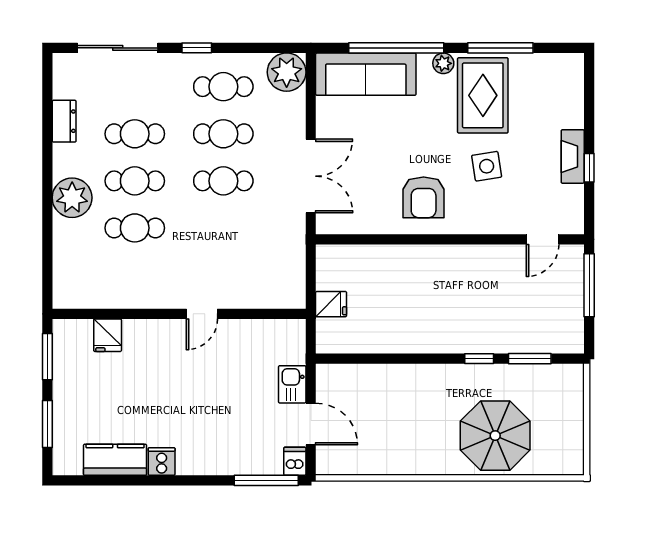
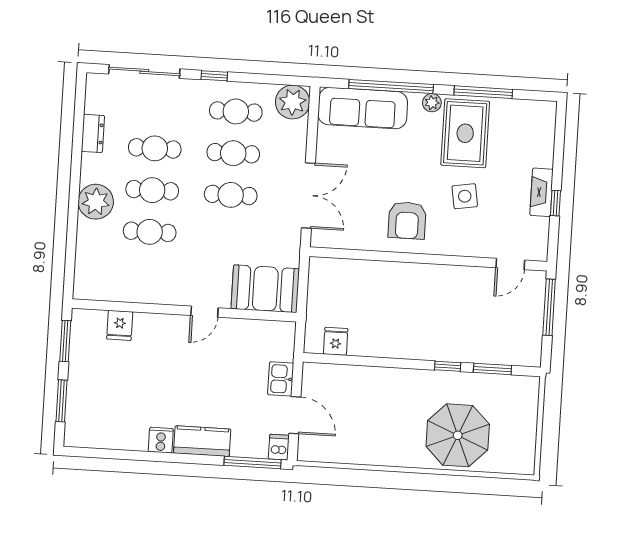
booth: (269, 284) -> (265, 289), added
fridge: (331, 304) -> (336, 341), moved, turned -90
kitchen counter: (115, 460) -> (202, 441), moved

